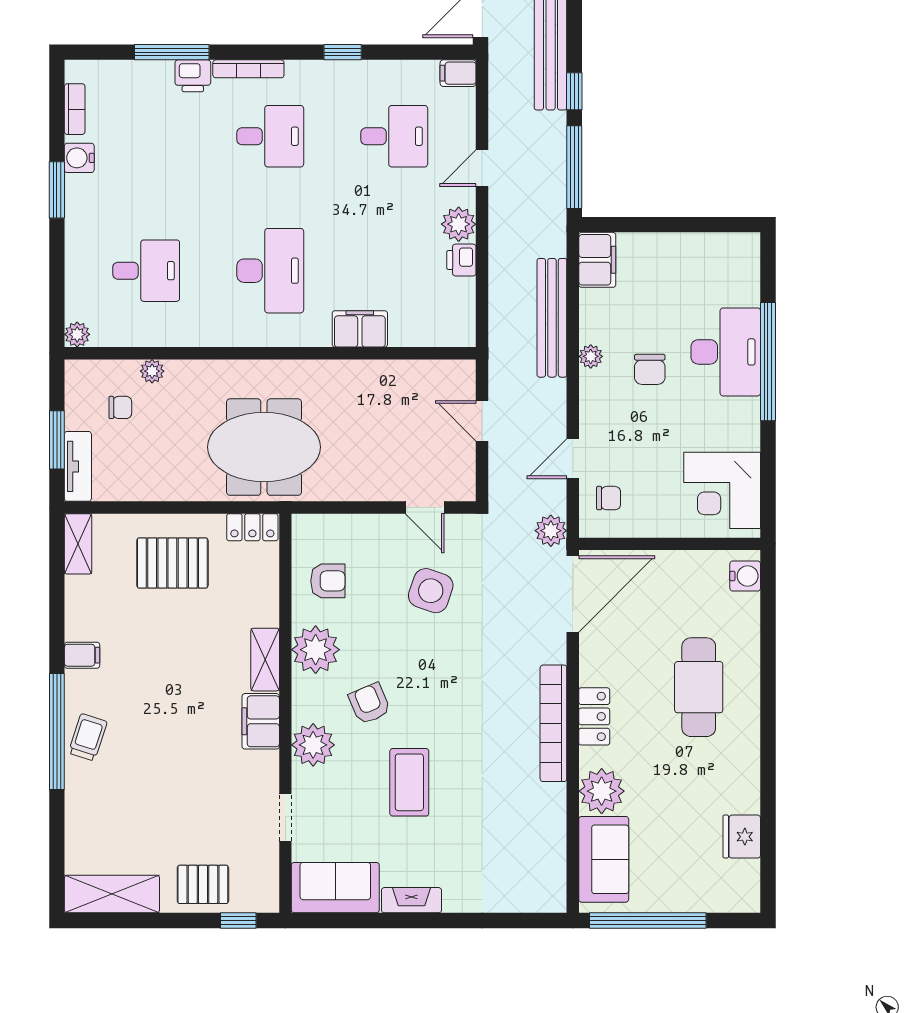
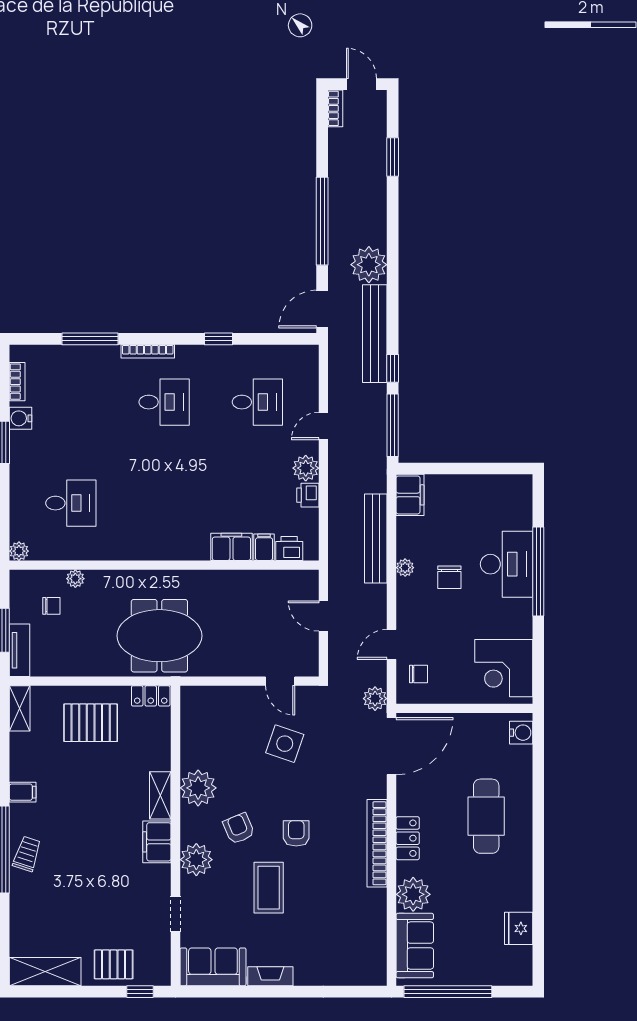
filing cabinet: (458, 73) -> (264, 547), moved, turned 90
printer: (193, 76) -> (289, 549), moved, turned 180
desk: (270, 271) -> (164, 503), removed
armchair: (328, 581) -> (296, 833), moved, turned -90

